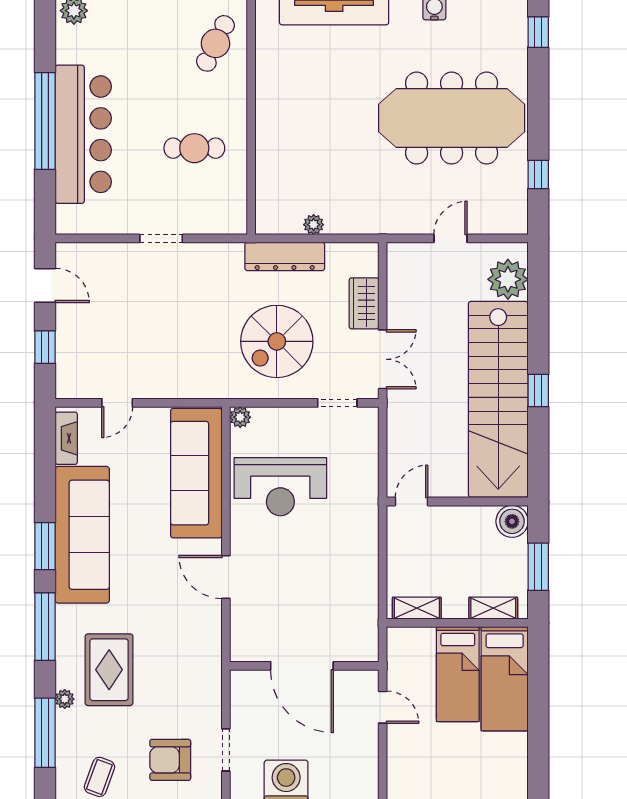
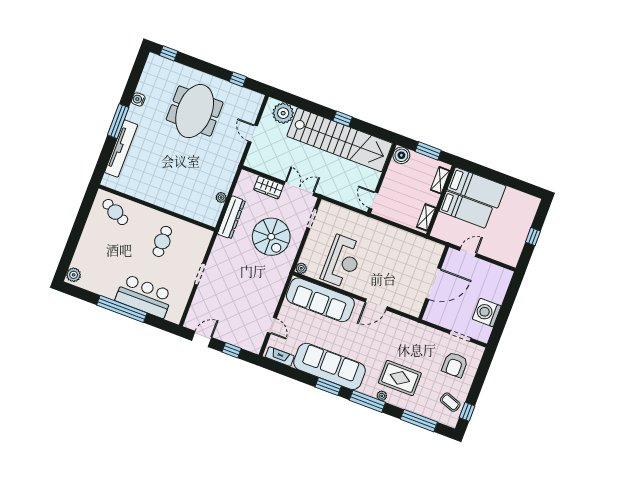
meeting table: (452, 118) -> (195, 111), width x0.73
bar counter: (83, 134) -> (144, 296), width x0.73
plant: (65, 699) -> (382, 396), moved

